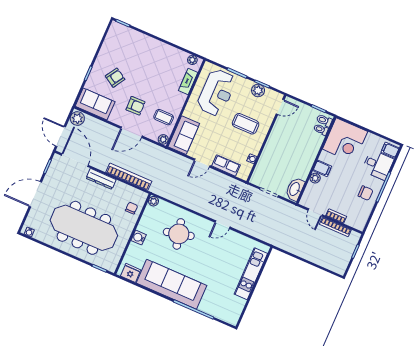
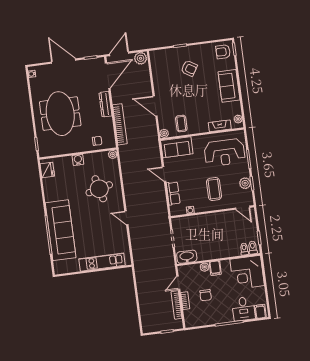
sofa: (95, 104) -> (229, 86), moved, turned 180
armchair: (136, 106) -> (223, 52), moved, turned 91
chair: (366, 193) -> (206, 295), moved
meeting table: (84, 228) -> (60, 114), width x0.73
sofa: (172, 284) -> (61, 230), moved

